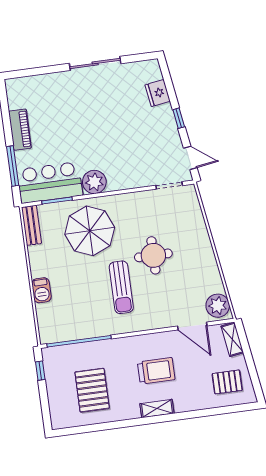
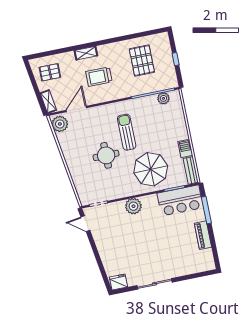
fridge: (158, 93) -> (118, 282), moved, turned -81
window: (179, 118) -> (95, 250), removed
plant: (94, 182) -> (133, 206), moved
barbecue: (41, 290) -> (185, 148), moved
door: (192, 326) -> (76, 109), hinge flipped
plant: (64, 333) -> (163, 98), added
window: (40, 371) -> (176, 59), moved
shelving: (157, 409) -> (86, 53), moved

